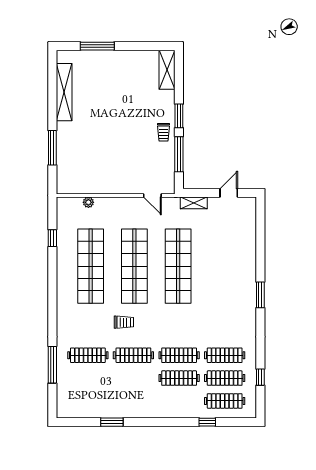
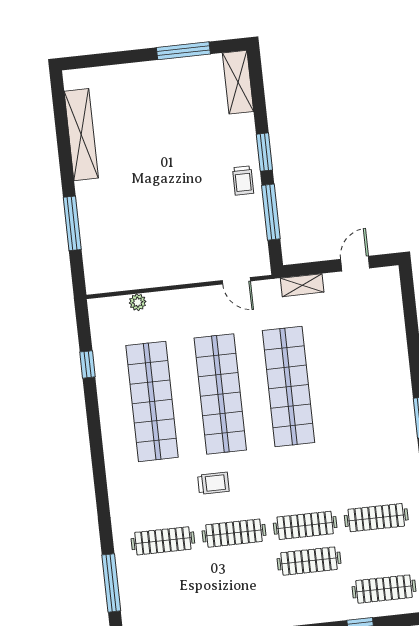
window: (97, 46) -> (183, 51), moved
window: (52, 365) -> (111, 583), moved
clothes rail: (225, 378) -> (380, 553), removed

